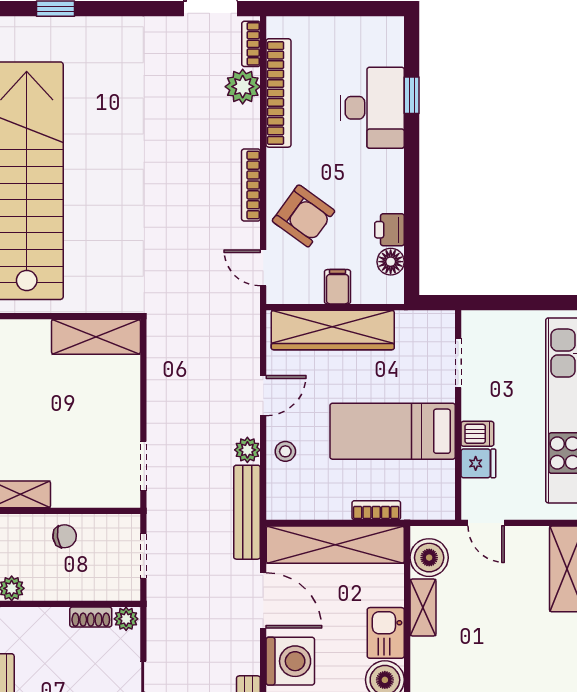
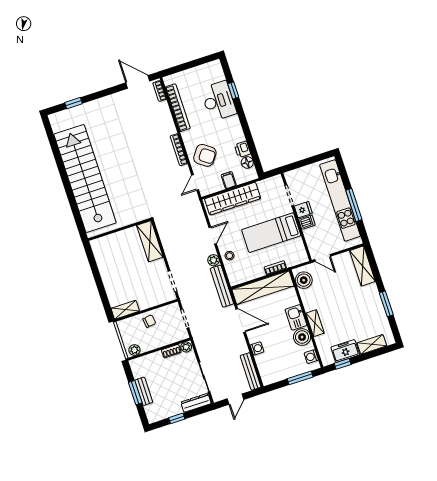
plant: (243, 87) -> (162, 110), removed
door: (263, 268) -> (195, 182), hinge flipped
shelving: (96, 337) -> (150, 241), moved, turned 90
fridge: (478, 463) -> (303, 210), moved
shelving: (423, 608) -> (315, 323), moved
washing machine: (290, 661) -> (257, 348), width x0.53, depth x0.53

